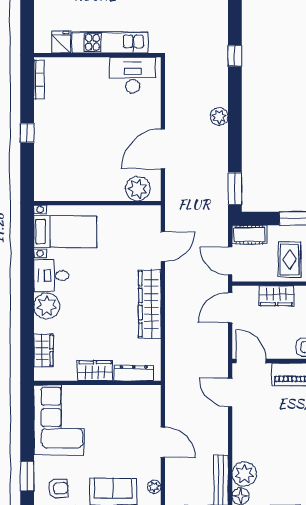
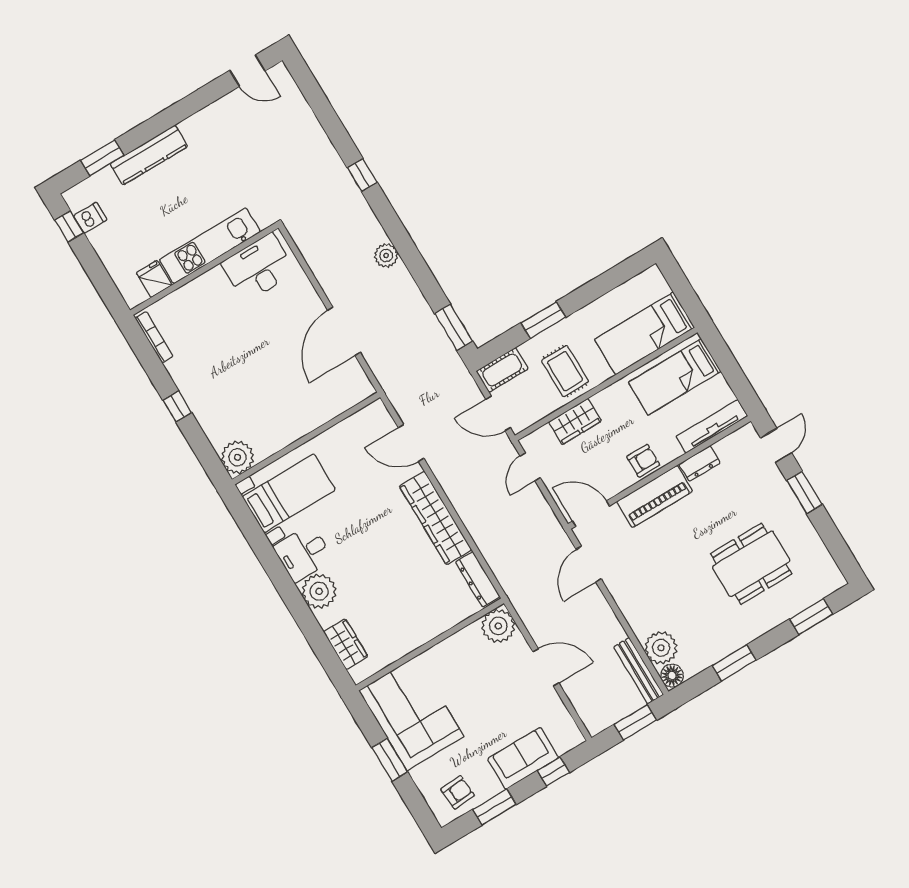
plant: (138, 189) -> (238, 457), moved
door: (163, 246) -> (411, 443), swing flipped
door: (230, 308) -> (530, 467), width x0.73
wardrobe: (95, 371) -> (419, 632), removed
dresser: (134, 373) -> (478, 579), moved, turned -90
door: (230, 393) -> (589, 564), hinge flipped
window: (27, 476) -> (390, 760), moved
plant: (154, 487) -> (498, 626), moved, width x1.88, depth x1.88

